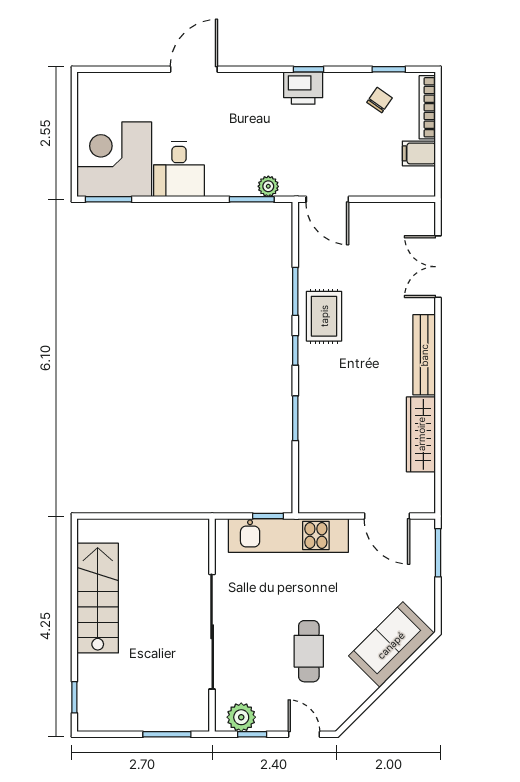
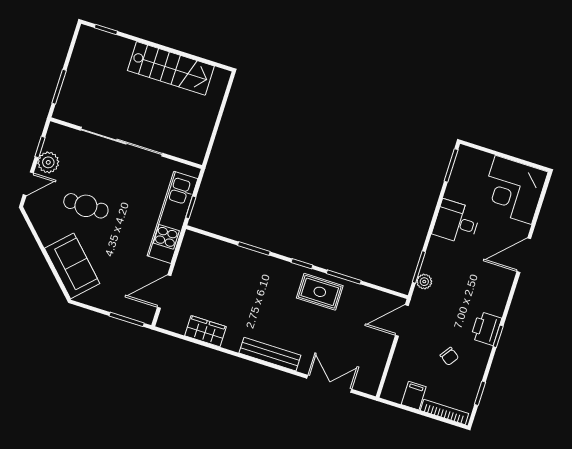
door: (194, 69) -> (524, 255), swing flipped
chair: (379, 100) -> (449, 356), moved
corner desk: (114, 159) -> (513, 190), moved, turned 180
wardrobe: (421, 434) -> (205, 331), width x0.67
plant: (241, 717) -> (48, 162), moved

